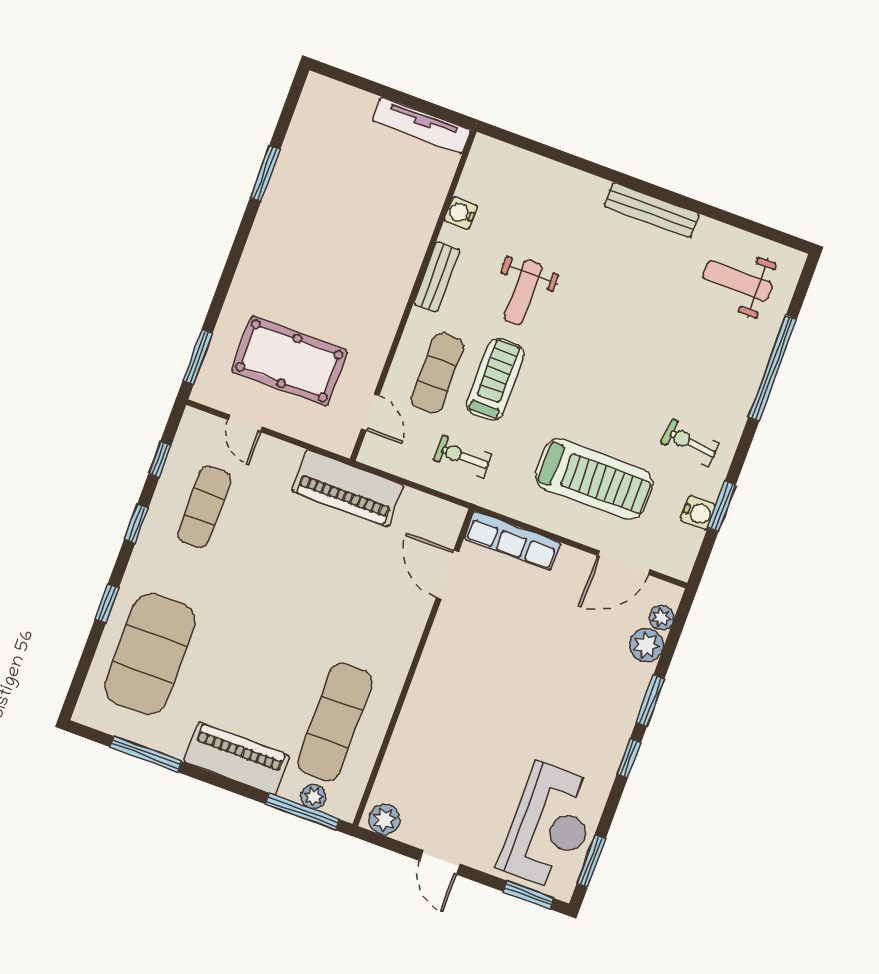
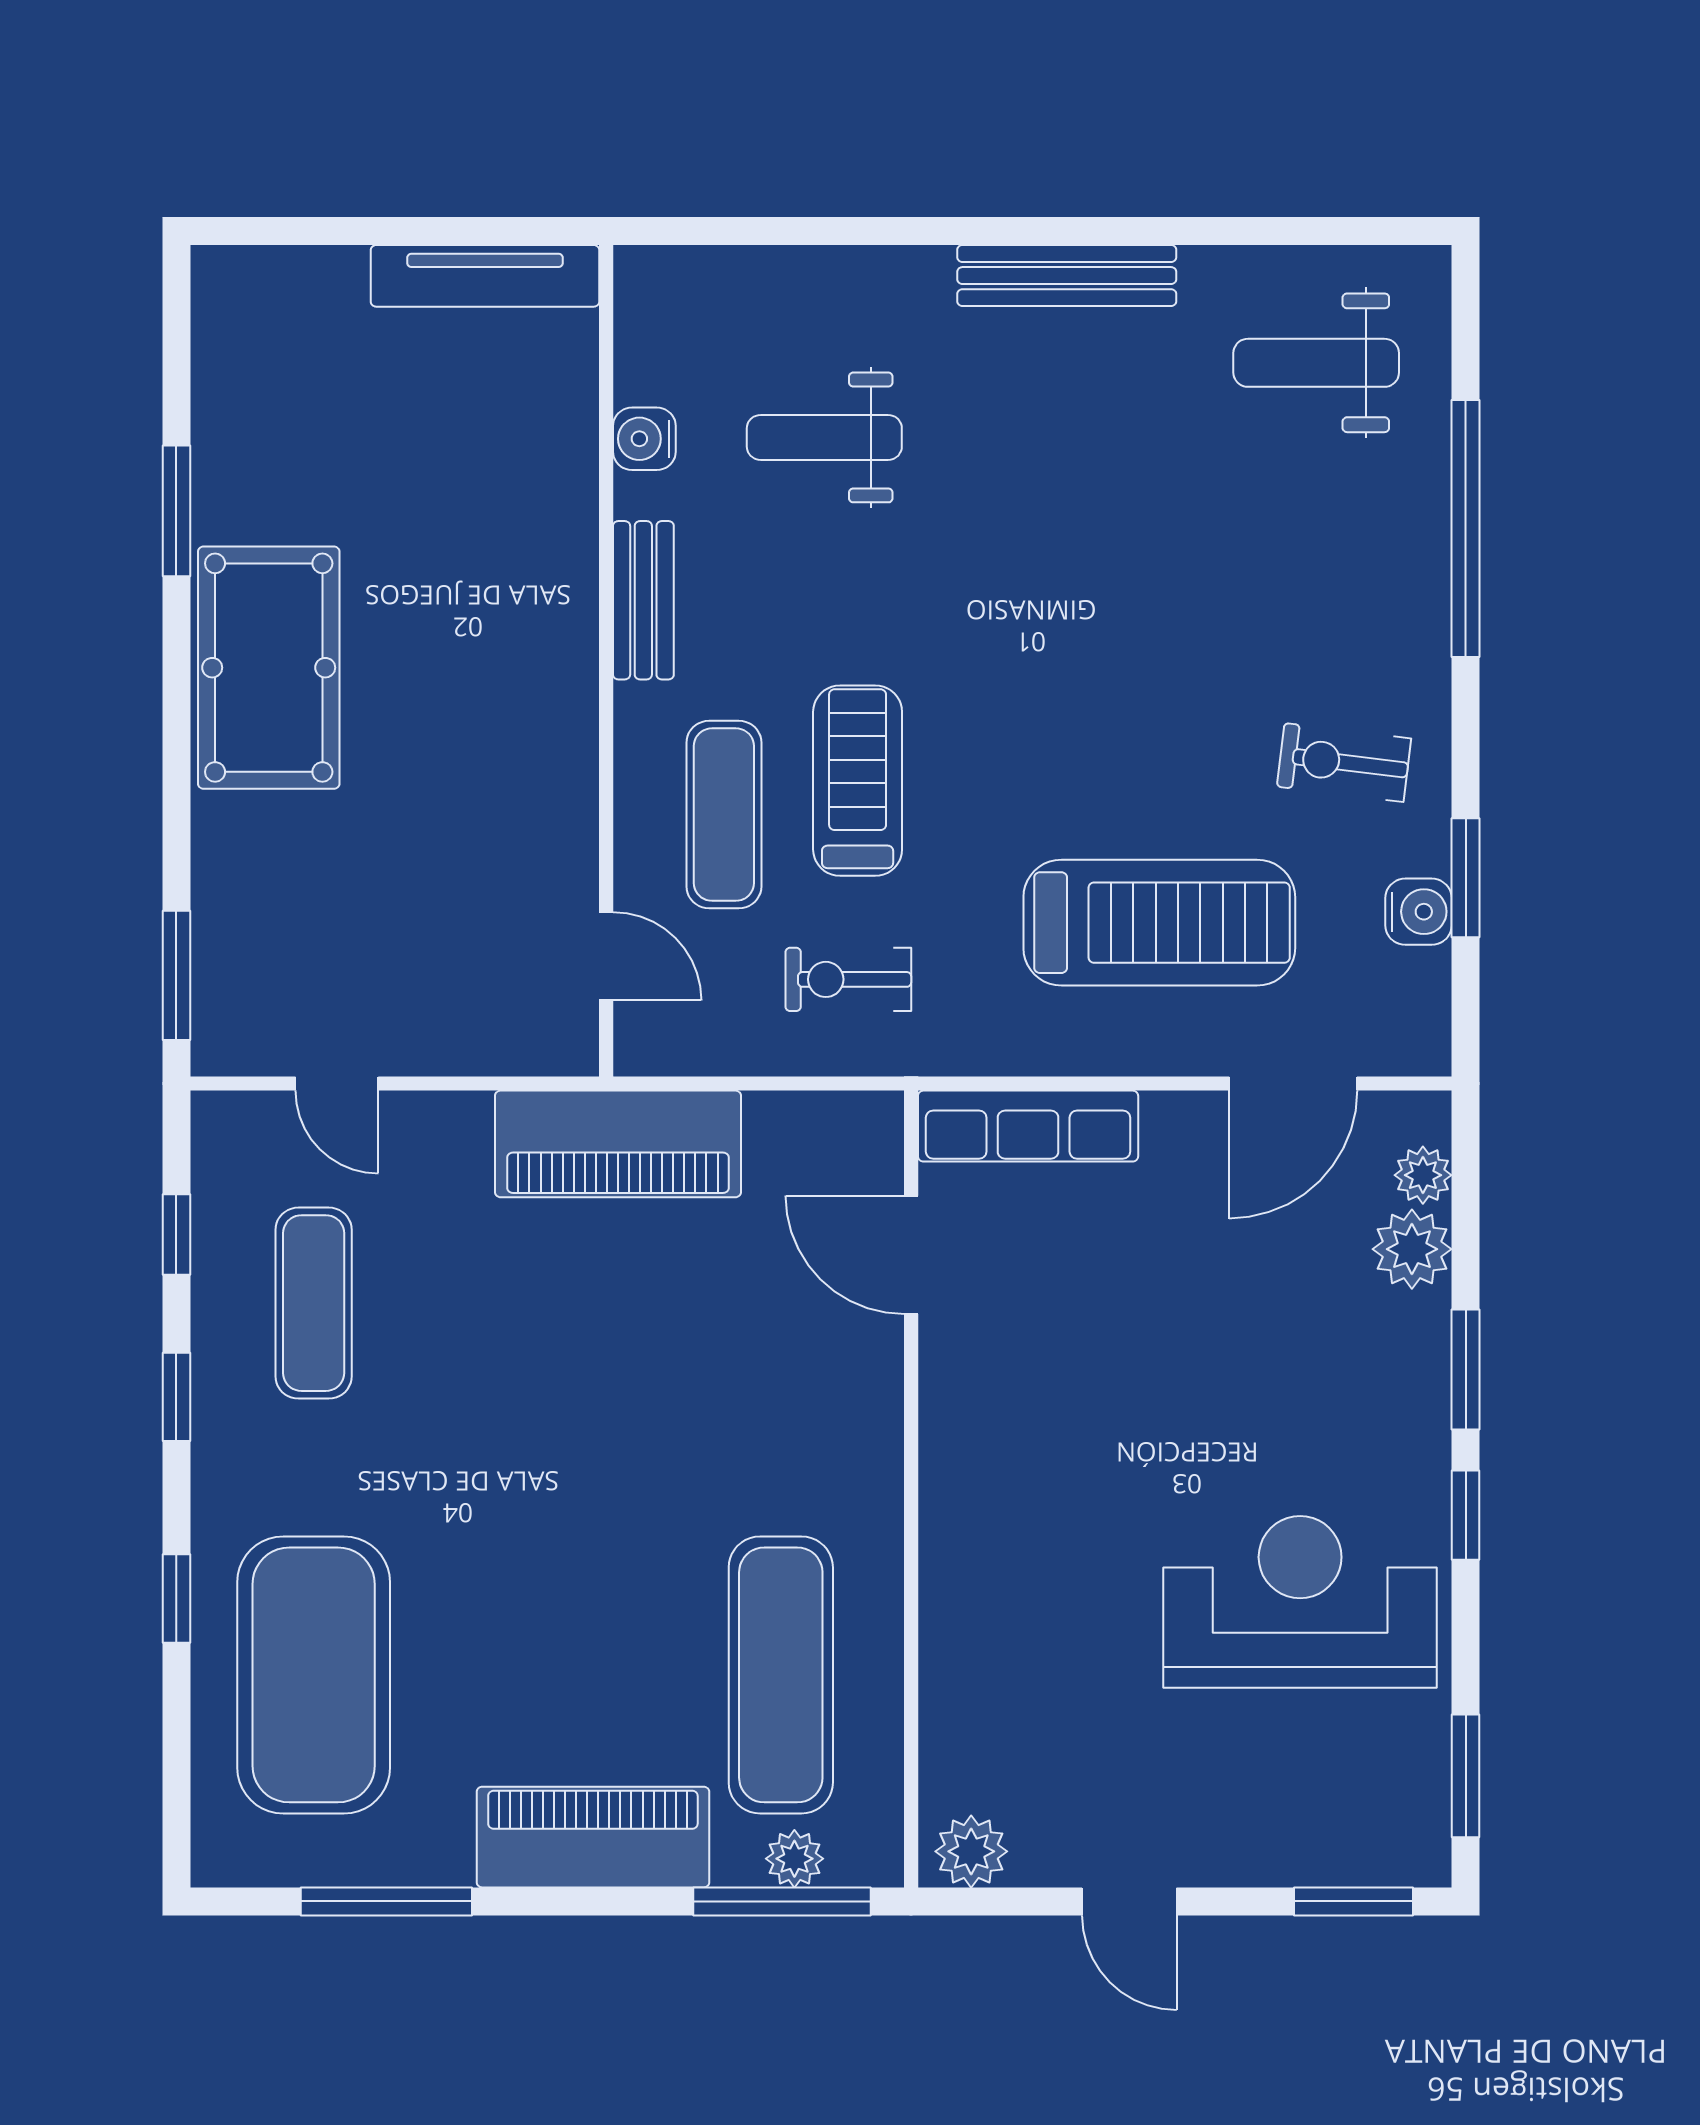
weight bench: (523, 292) -> (824, 437), moved, turned 90
pool table: (289, 361) -> (269, 668), moved, turned 90
reception desk: (550, 826) -> (1300, 1602), moved, turned -90

